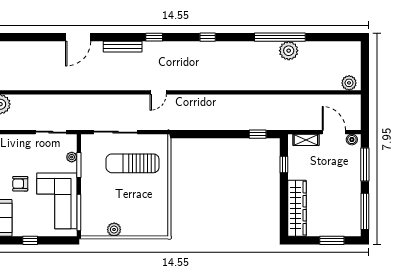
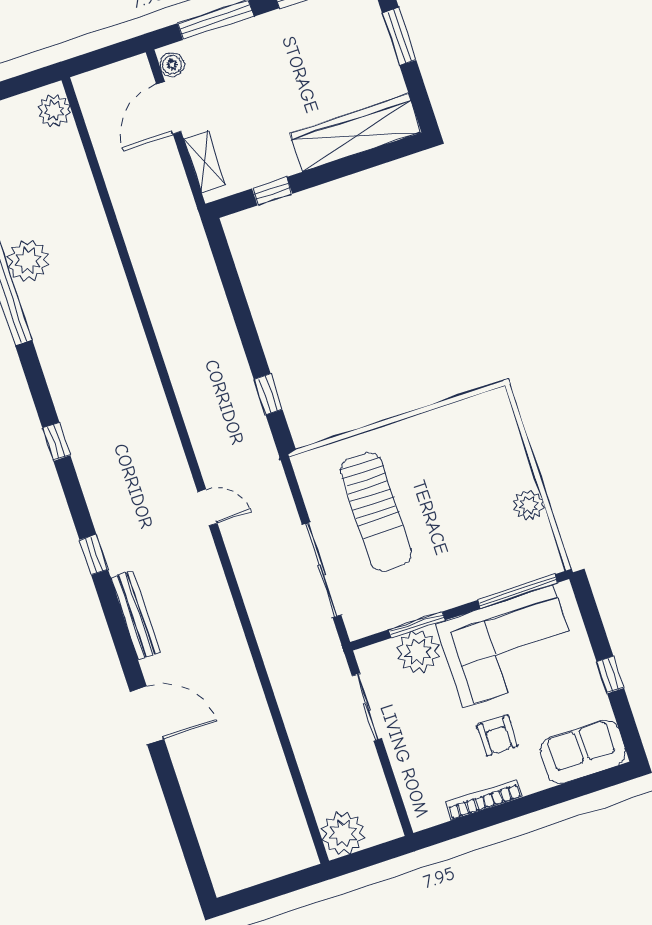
window: (258, 134) -> (268, 394), moved
plant: (72, 157) -> (418, 652), width x1.88, depth x1.88

